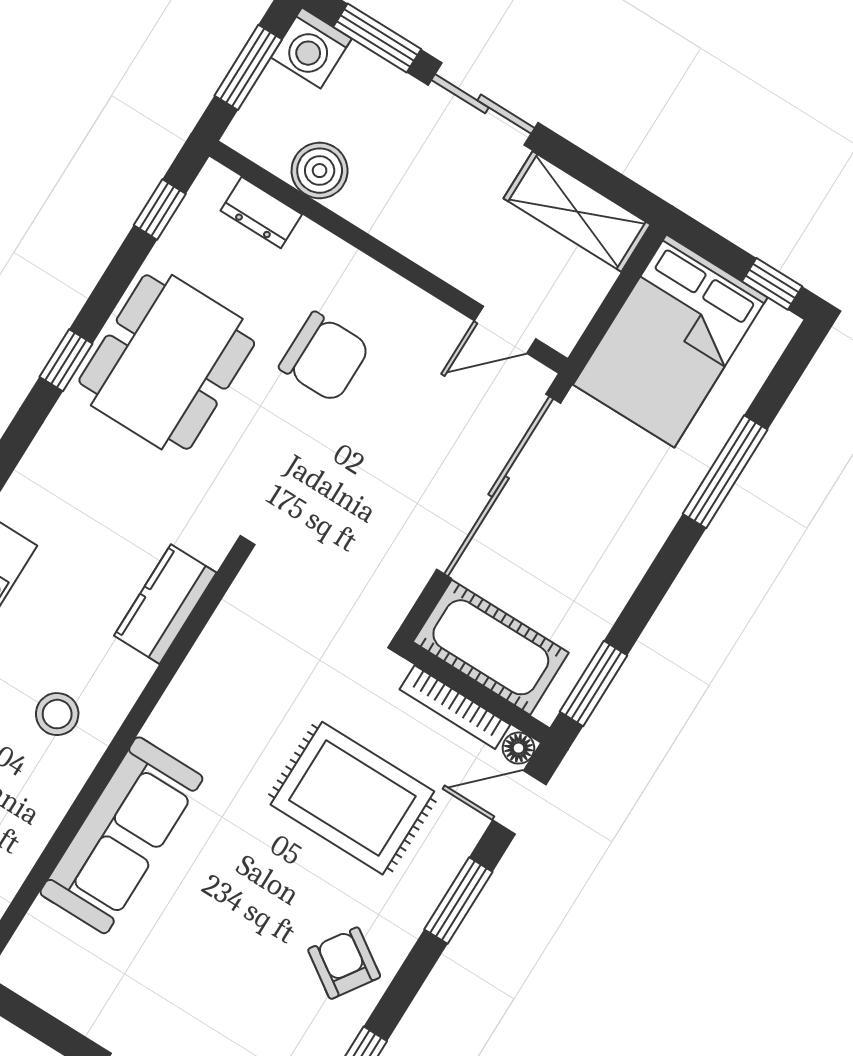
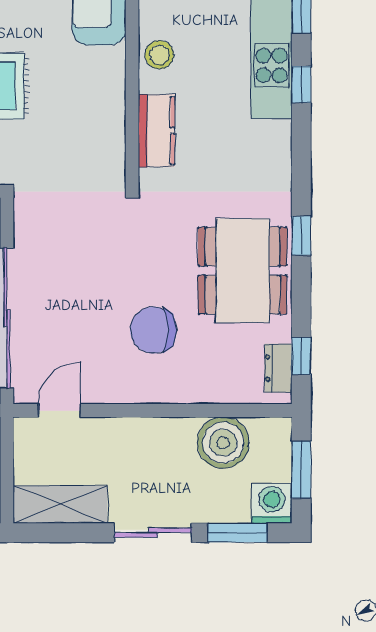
boiler: (320, 171) -> (223, 443), width x1.37, depth x1.37
dresser: (261, 213) -> (278, 368), moved, turned -90
stool: (57, 714) -> (159, 55), moved

